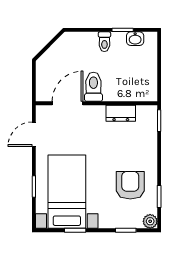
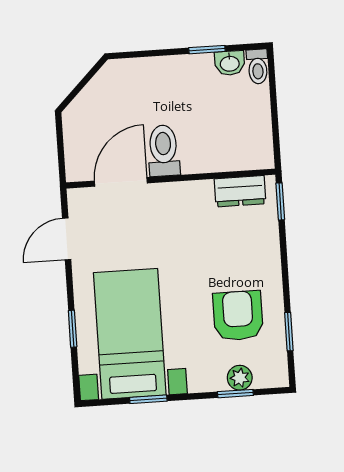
toilet: (104, 42) -> (258, 67), moved
dresser: (121, 113) -> (240, 191), moved
plant: (150, 221) -> (240, 378), moved

